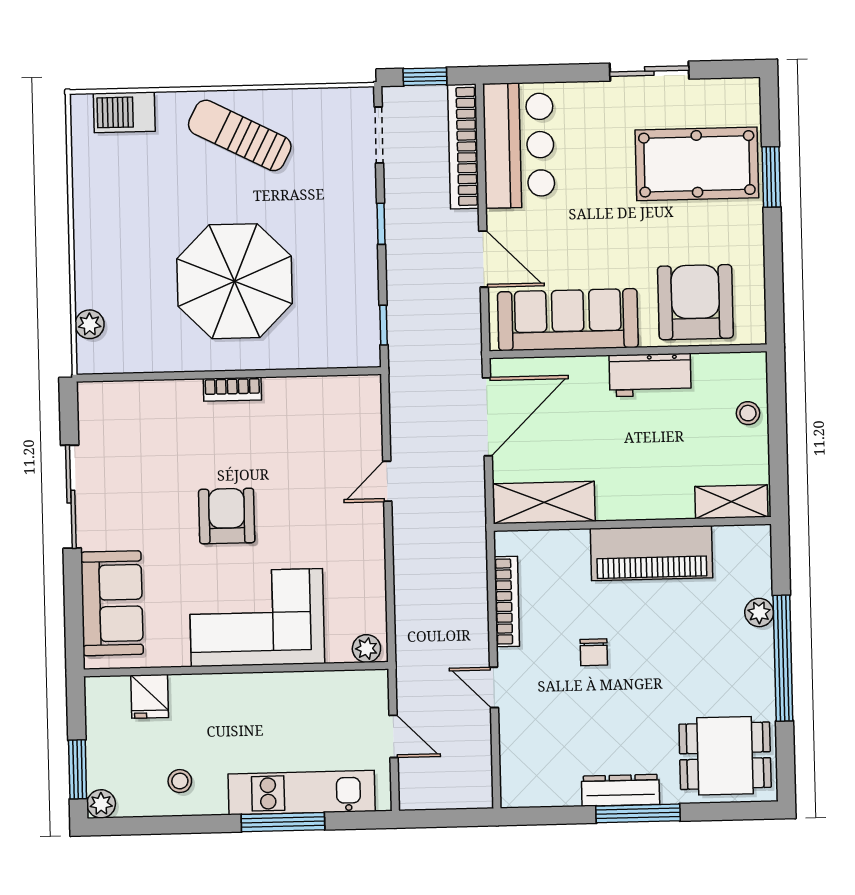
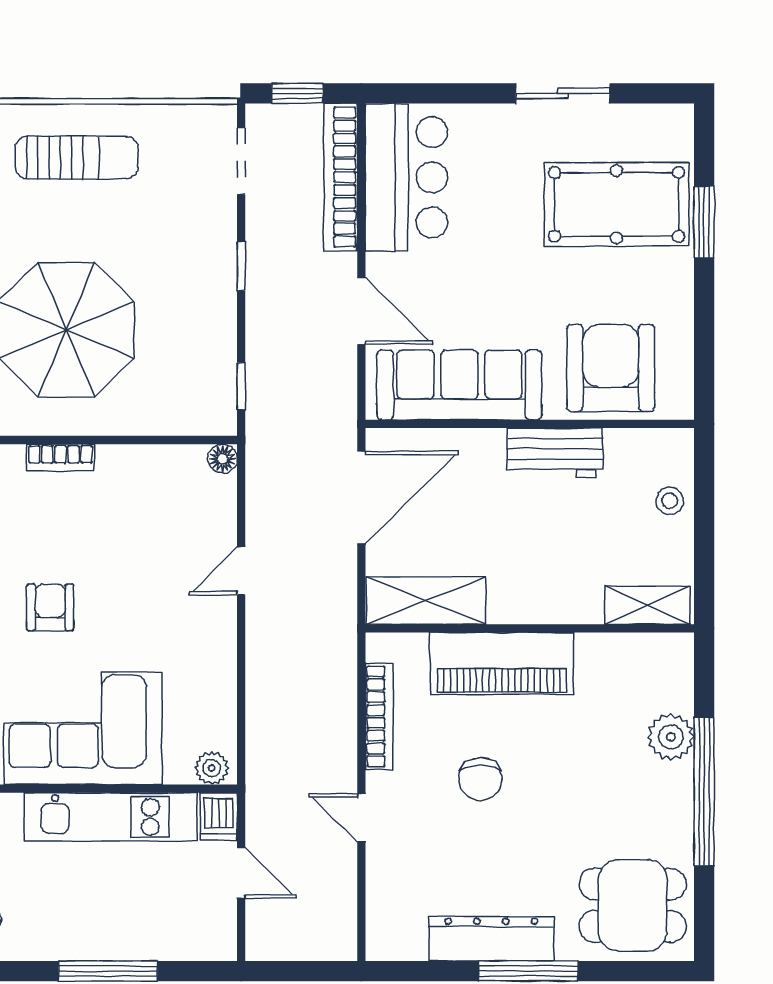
sun lounger: (240, 135) -> (77, 158), turned 153
floor lamp: (369, 387) -> (222, 459), added
armchair: (227, 516) -> (50, 607), width x0.72, depth x0.72
piano: (651, 553) -> (502, 664), moved
plant: (759, 613) -> (671, 737), width x1.38, depth x1.38
chair: (594, 652) -> (480, 779), width x1.37, depth x1.37
dishwasher: (373, 689) -> (219, 817), added
dresser: (620, 790) -> (491, 939), width x1.37, depth x1.24
kitchen unit: (302, 793) -> (110, 817), moved, turned 180

